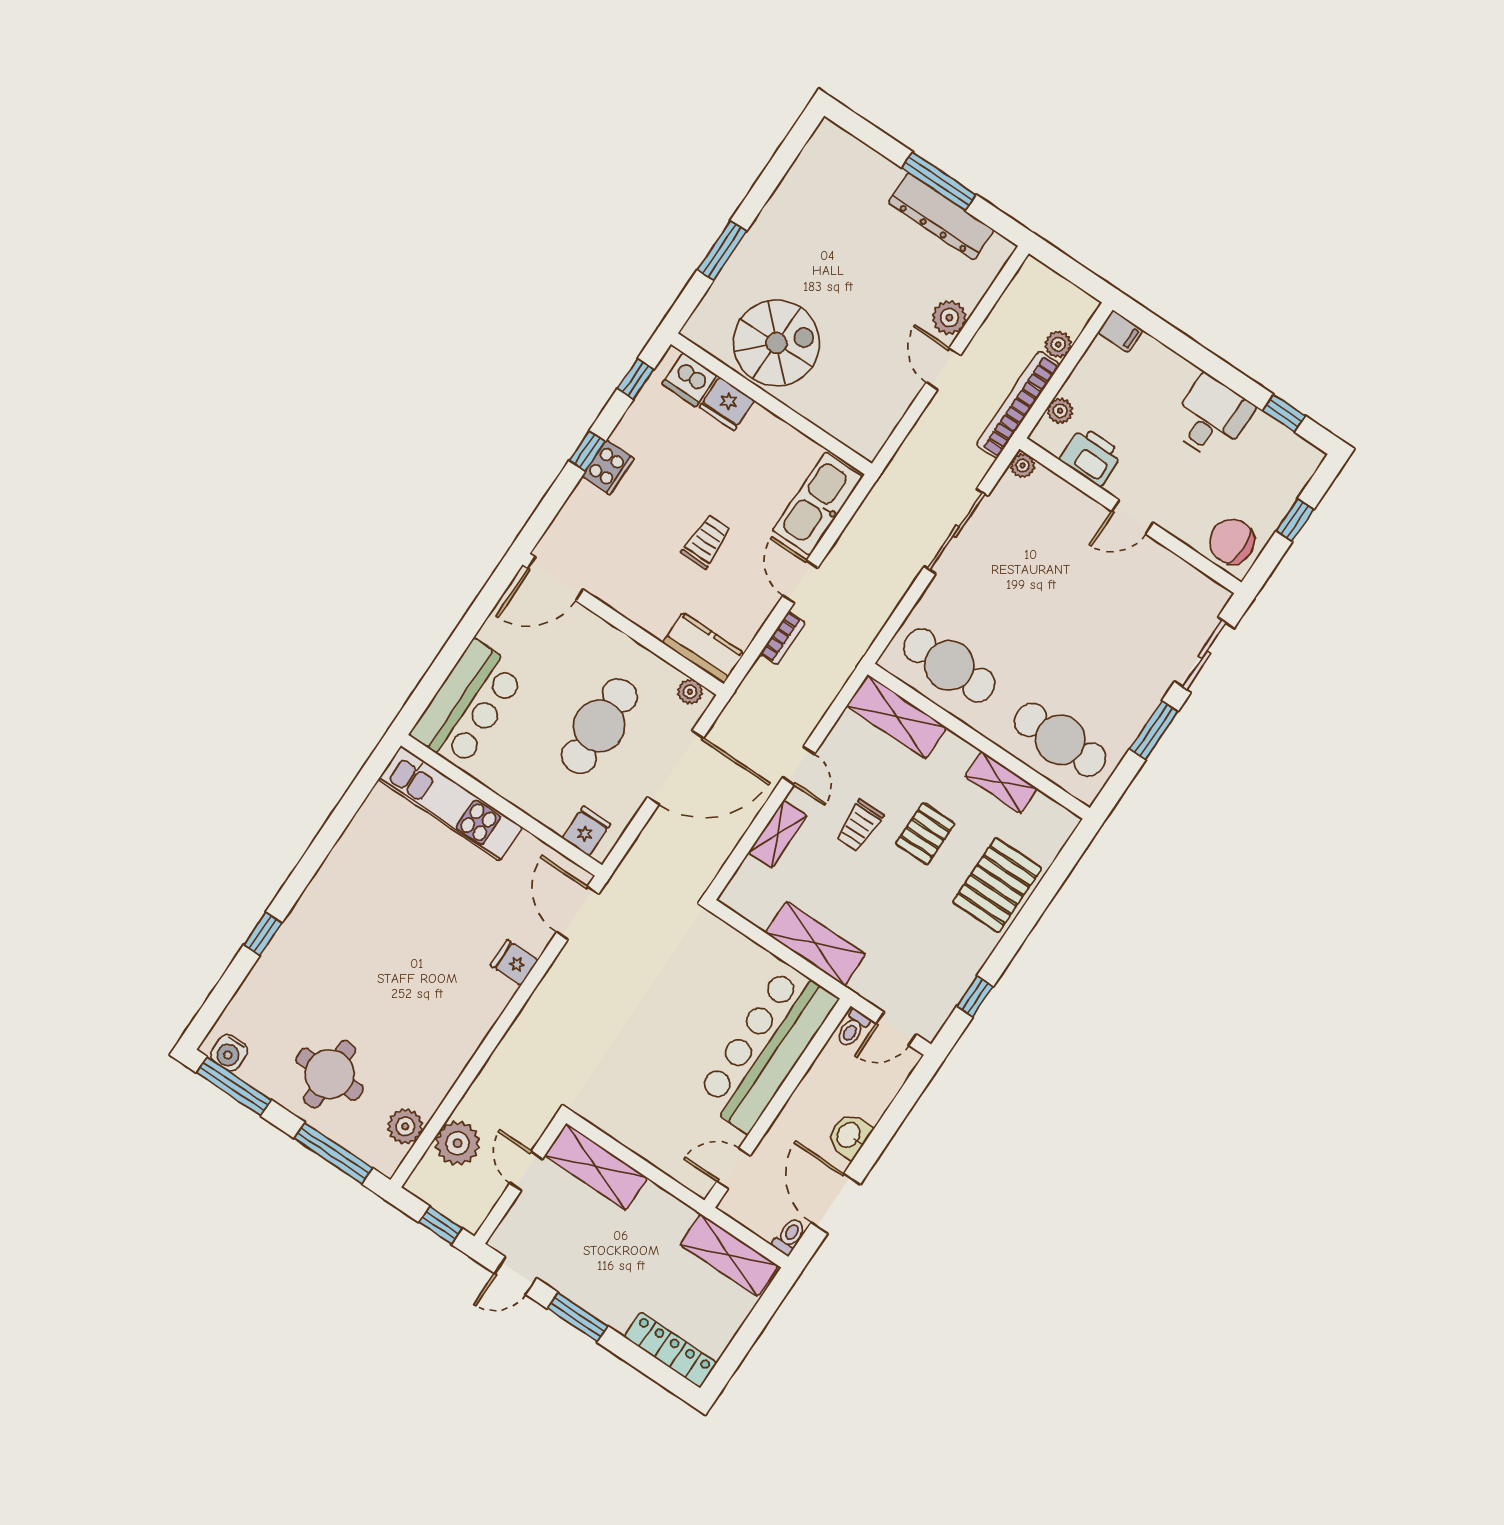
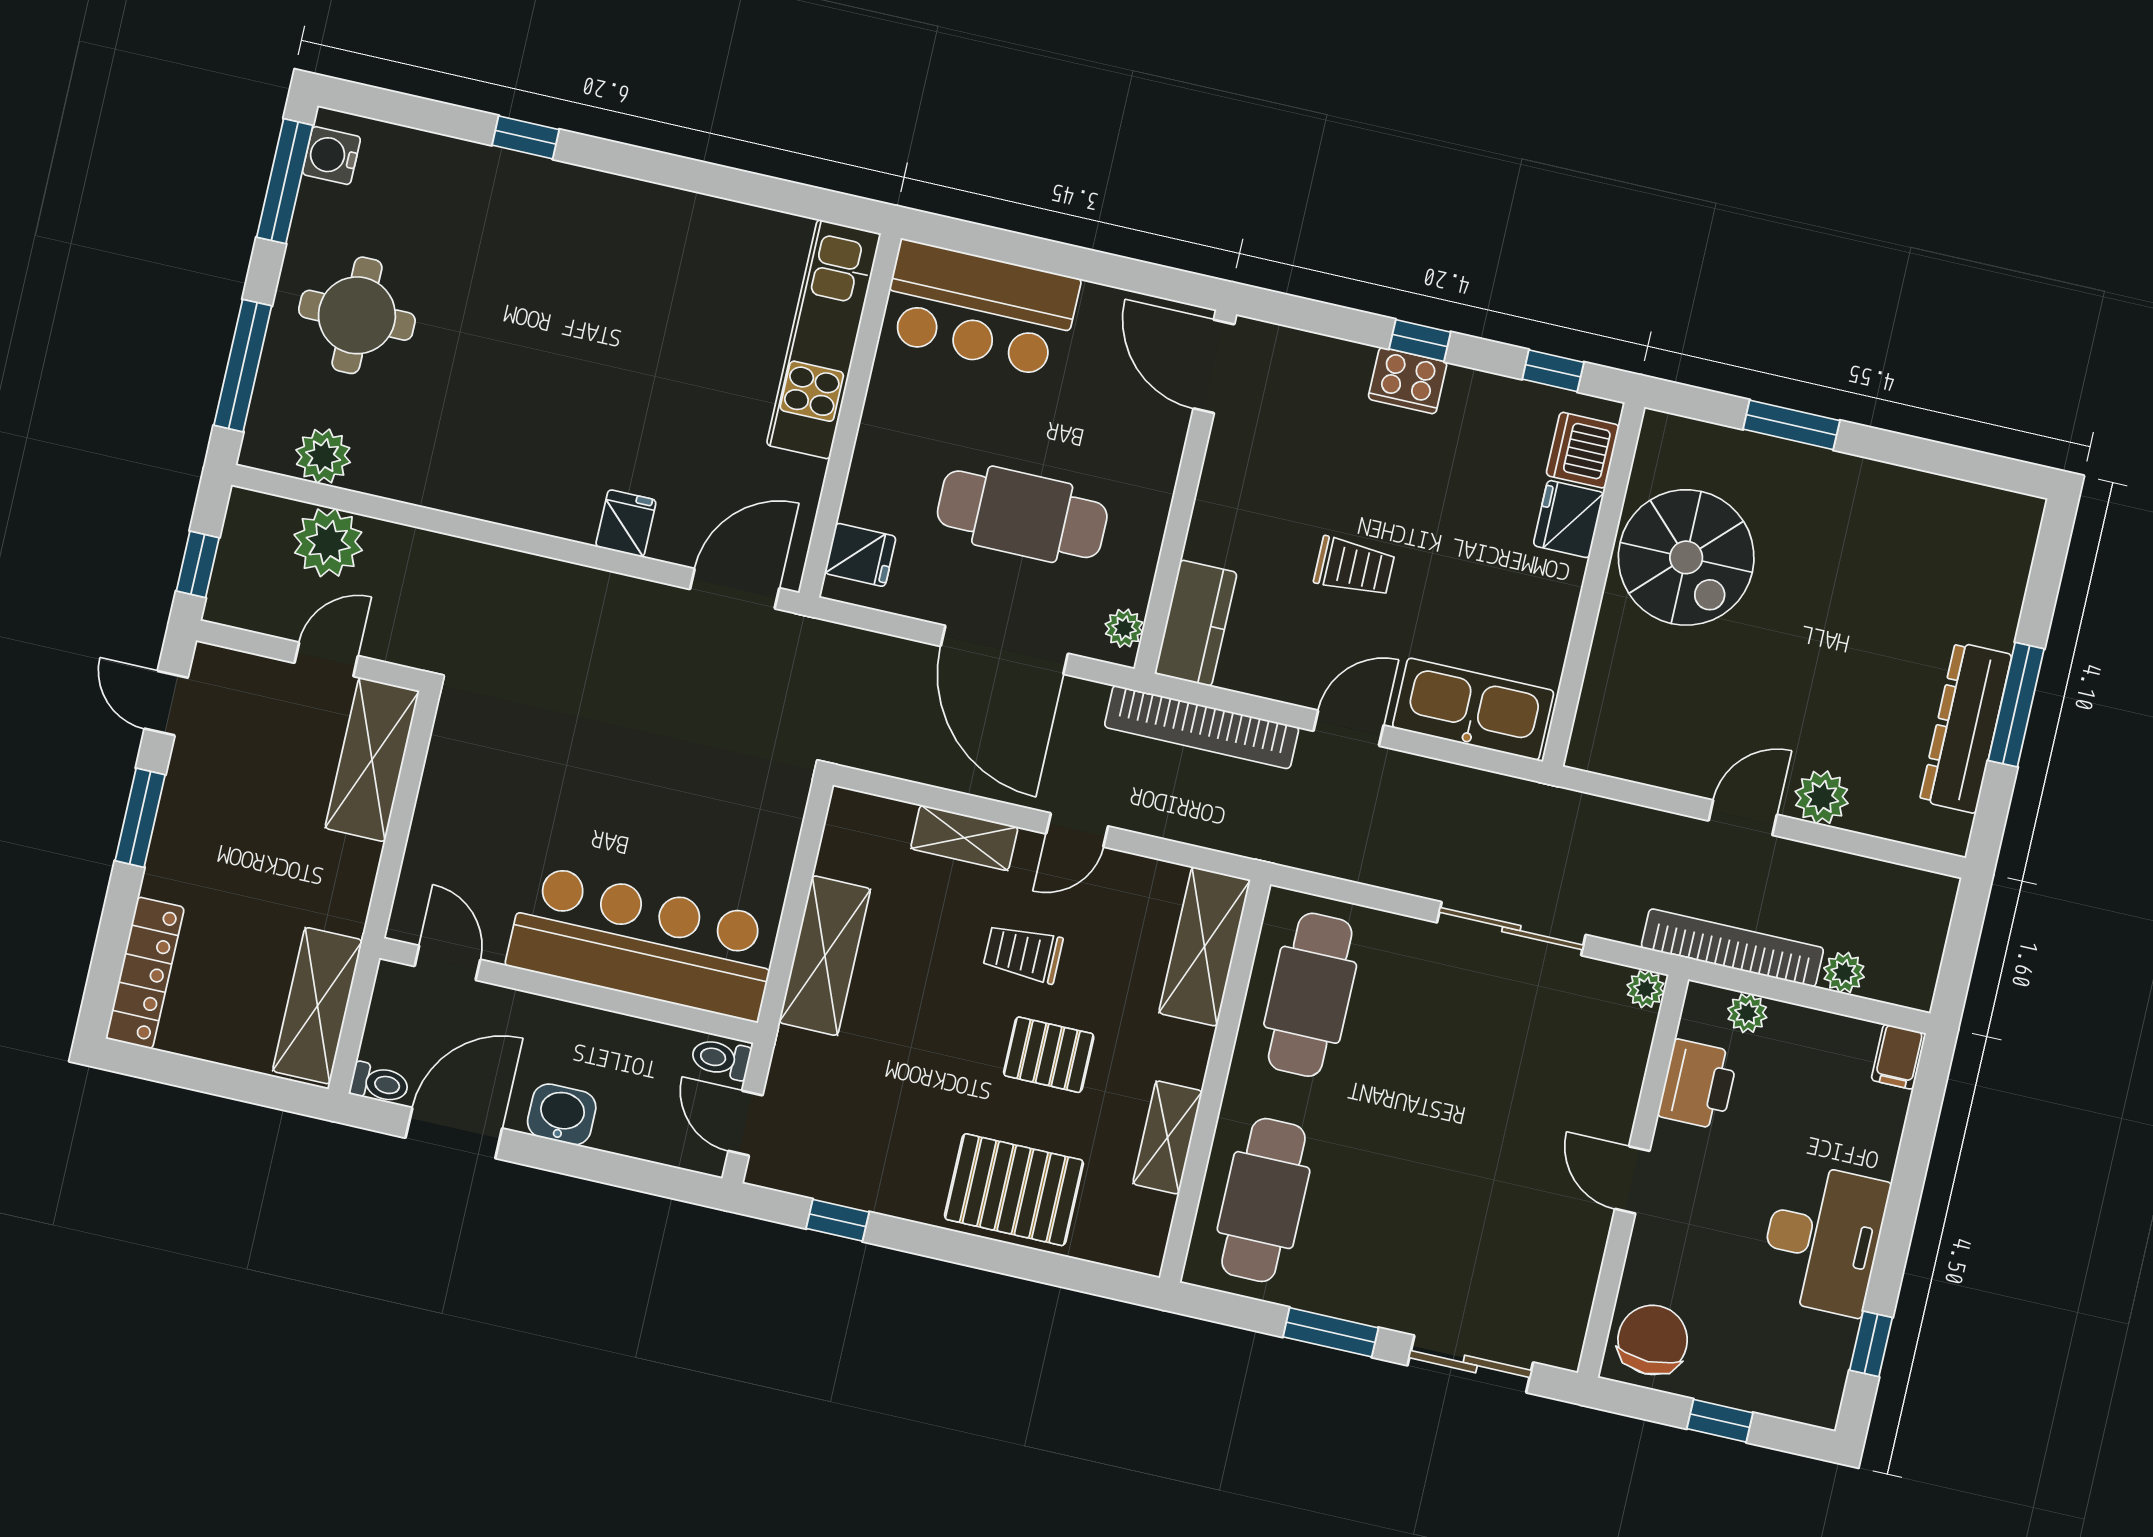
desk: (1211, 418) -> (1823, 1239), width x1.37
bookcase: (783, 638) -> (1202, 727), width x2.31, depth x1.31

